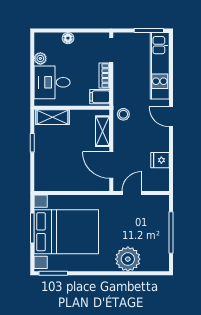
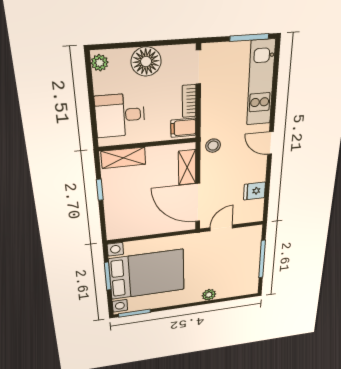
floor lamp: (68, 38) -> (146, 62), width x1.89, depth x1.89
plant: (40, 58) -> (100, 63), moved
door: (111, 165) -> (198, 203), width x1.36
plant: (128, 259) -> (209, 295), width x0.53, depth x0.53

